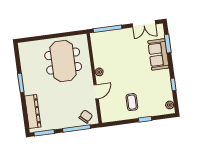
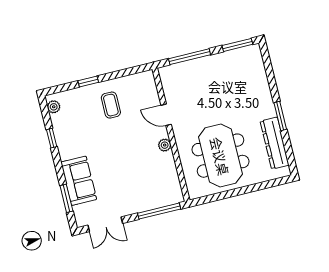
double door: (144, 24) -> (105, 224), swing flipped
door: (96, 92) -> (166, 115), hinge flipped
dresser: (33, 111) -> (275, 143), moved
chair: (86, 117) -> (178, 76), removed

